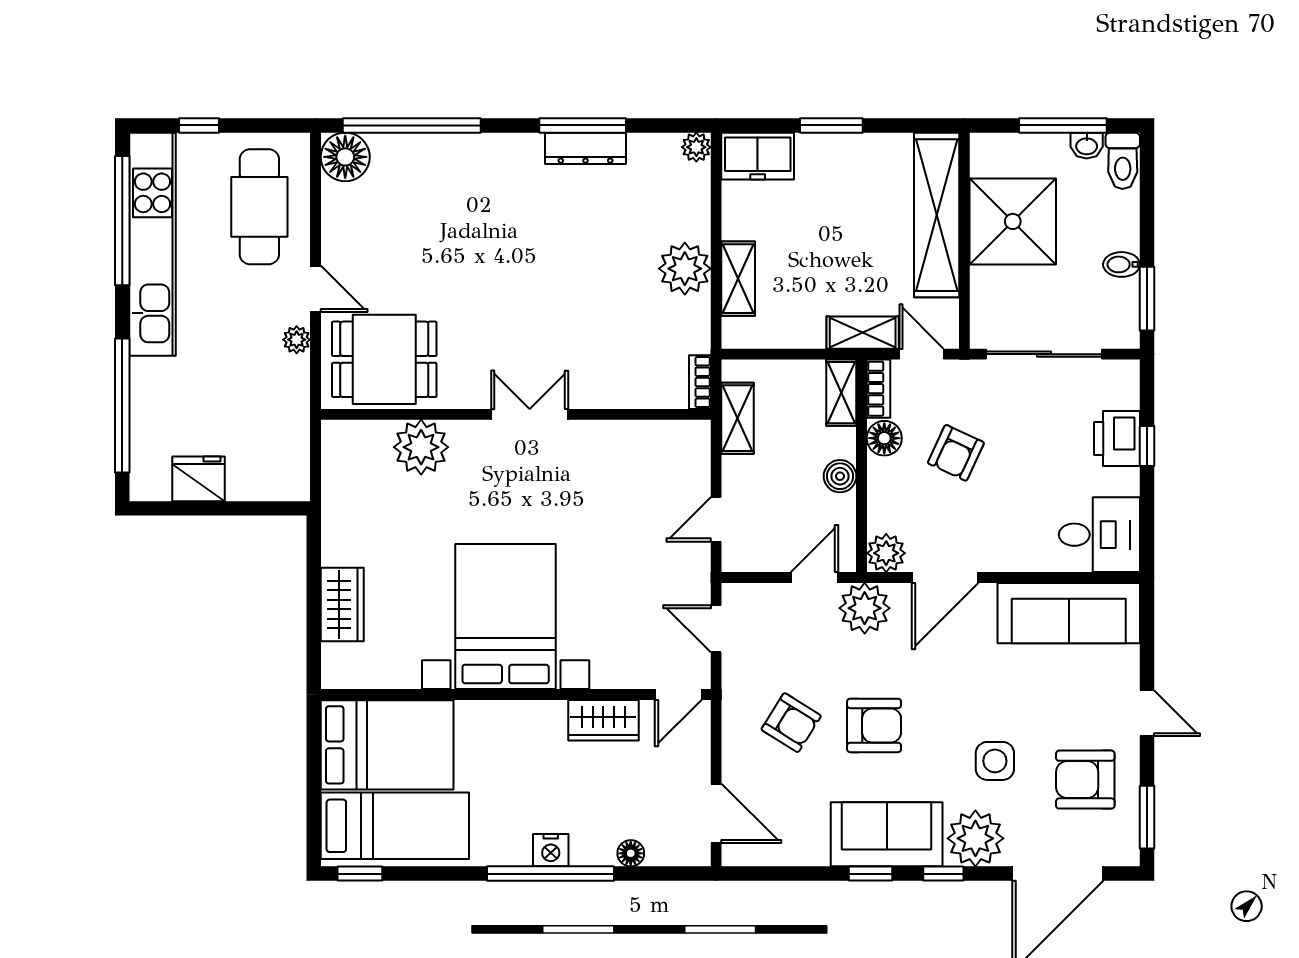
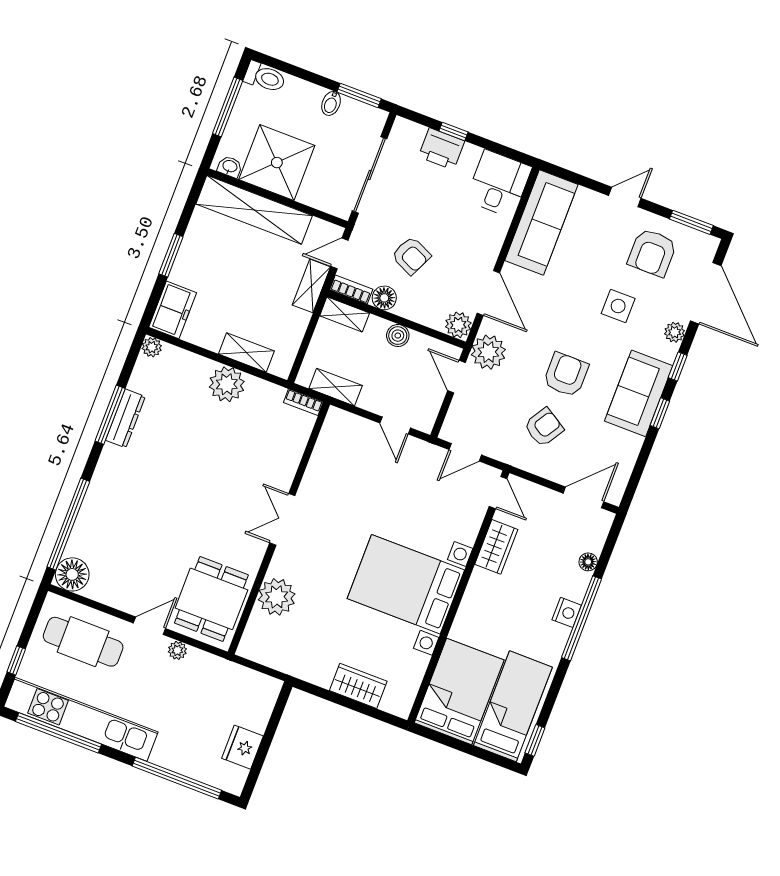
washbasin: (1087, 146) -> (230, 167), moved, turned -90
plant: (975, 838) -> (675, 332), width x0.53, depth x0.53

